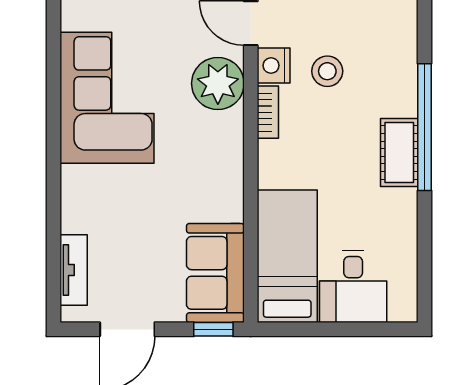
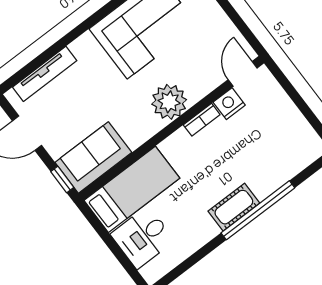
stool: (327, 71) -> (248, 135), removed
plant: (218, 83) -> (169, 102), moved
tv unit: (74, 270) -> (45, 74), width x1.41

